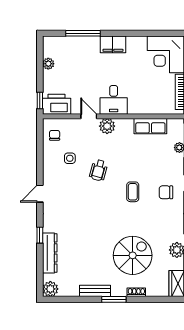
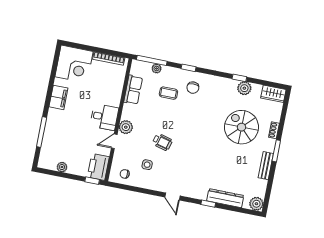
filing cabinet: (113, 44) -> (58, 97), moved
coffee table: (133, 192) -> (168, 93), moved

